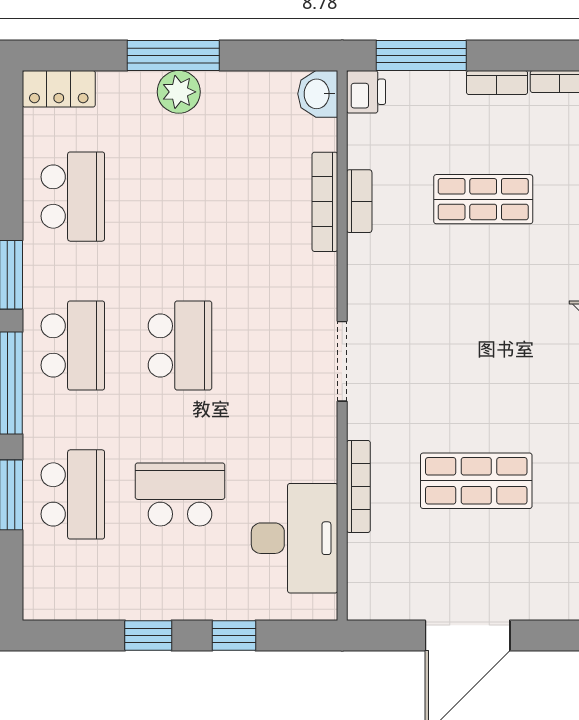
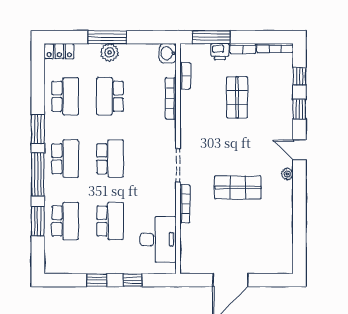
printer: (366, 92) -> (220, 52), moved, turned 90
school desk: (180, 197) -> (110, 96), added
shop shelf: (483, 199) -> (237, 97), turned 90
bookcase: (359, 201) -> (185, 76), moved
shop shelf: (476, 481) -> (238, 187), moved
bookcase: (358, 486) -> (185, 204), moved
school desk: (180, 494) -> (110, 221), turned 90

